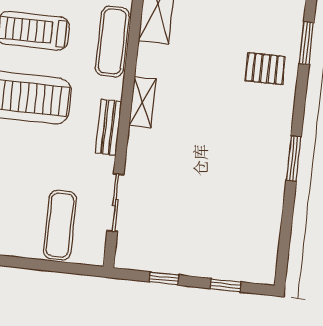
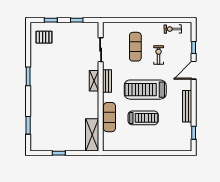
pallet: (265, 69) -> (44, 37), moved
shelving: (143, 102) -> (94, 81), moved
exercise mat: (60, 225) -> (135, 47), moved

